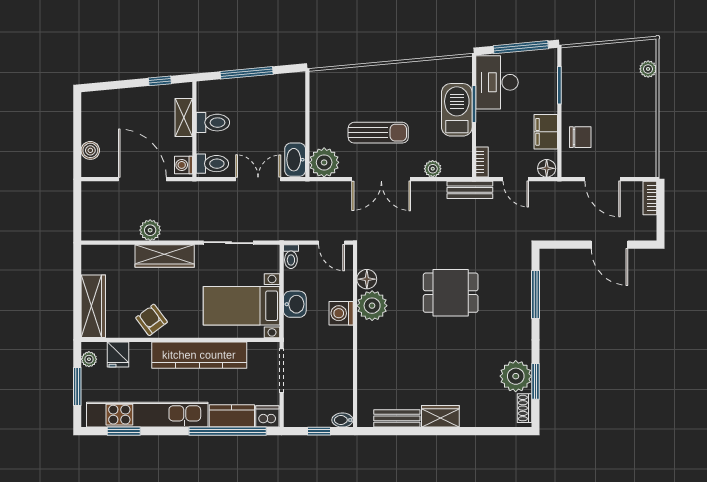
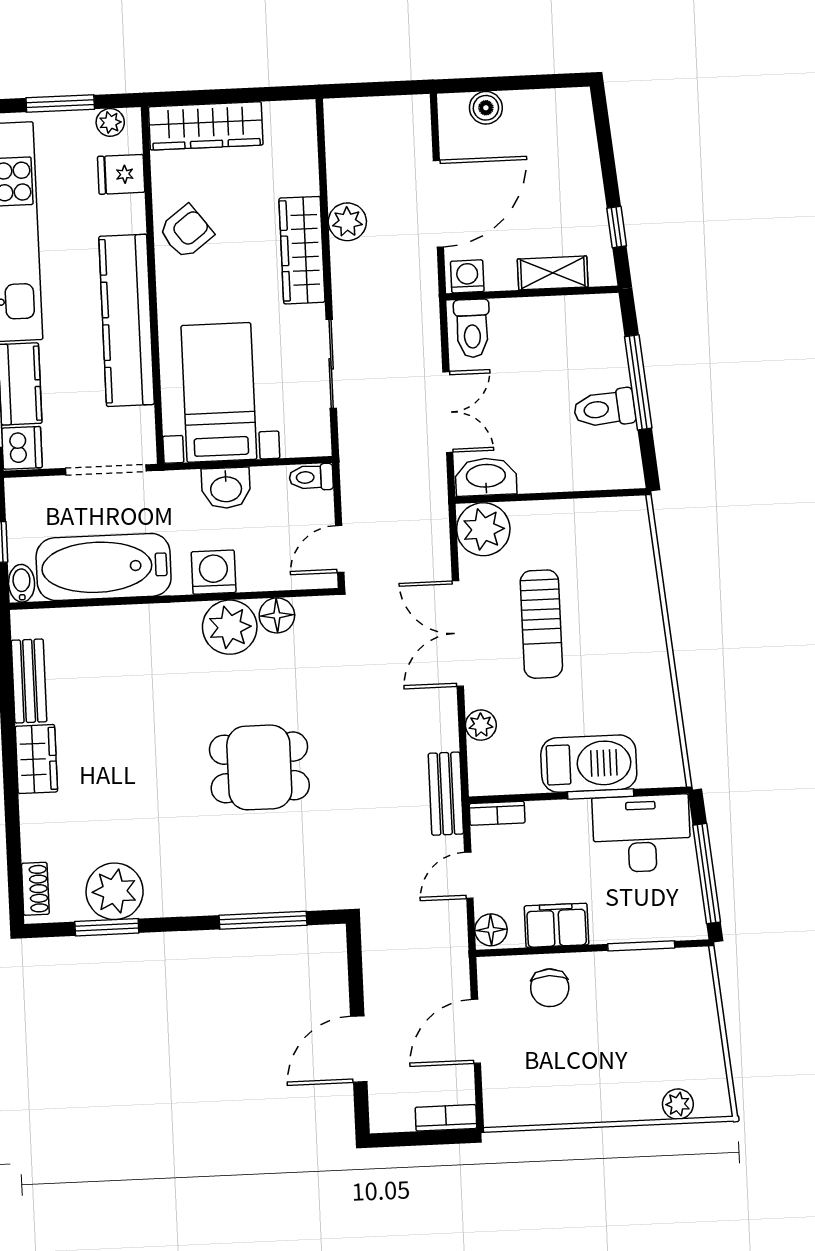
toilet: (213, 123) -> (605, 409), moved, turned 85
dining table: (451, 293) -> (259, 767), turned 90
bathtub: (335, 374) -> (104, 567), added
shoe rack: (524, 408) -> (35, 889), moved, turned 90

